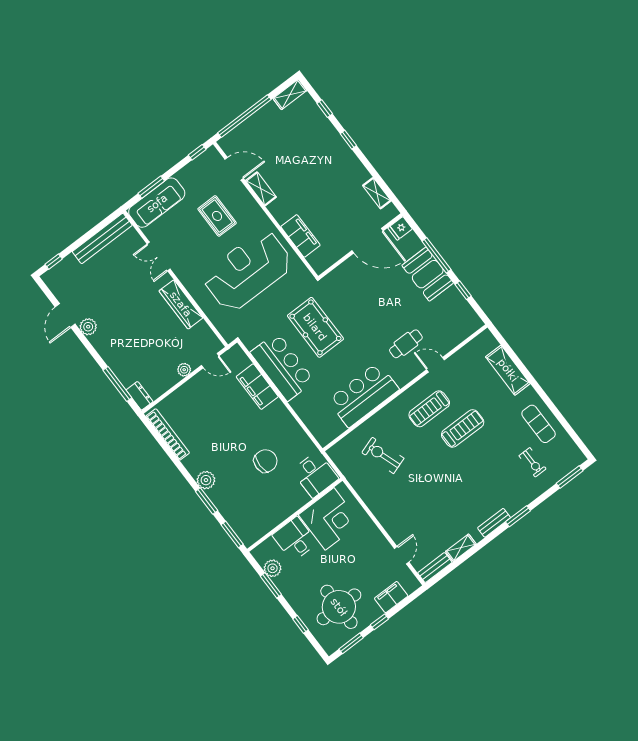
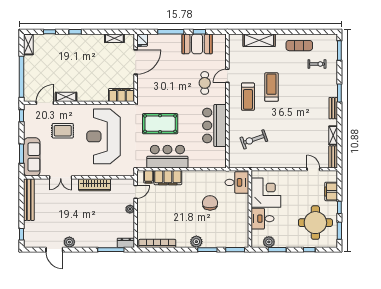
filing cabinet: (301, 236) -> (121, 95), moved
booth: (428, 274) -> (197, 44), moved
filing cabinet: (240, 362) -> (149, 177), added

